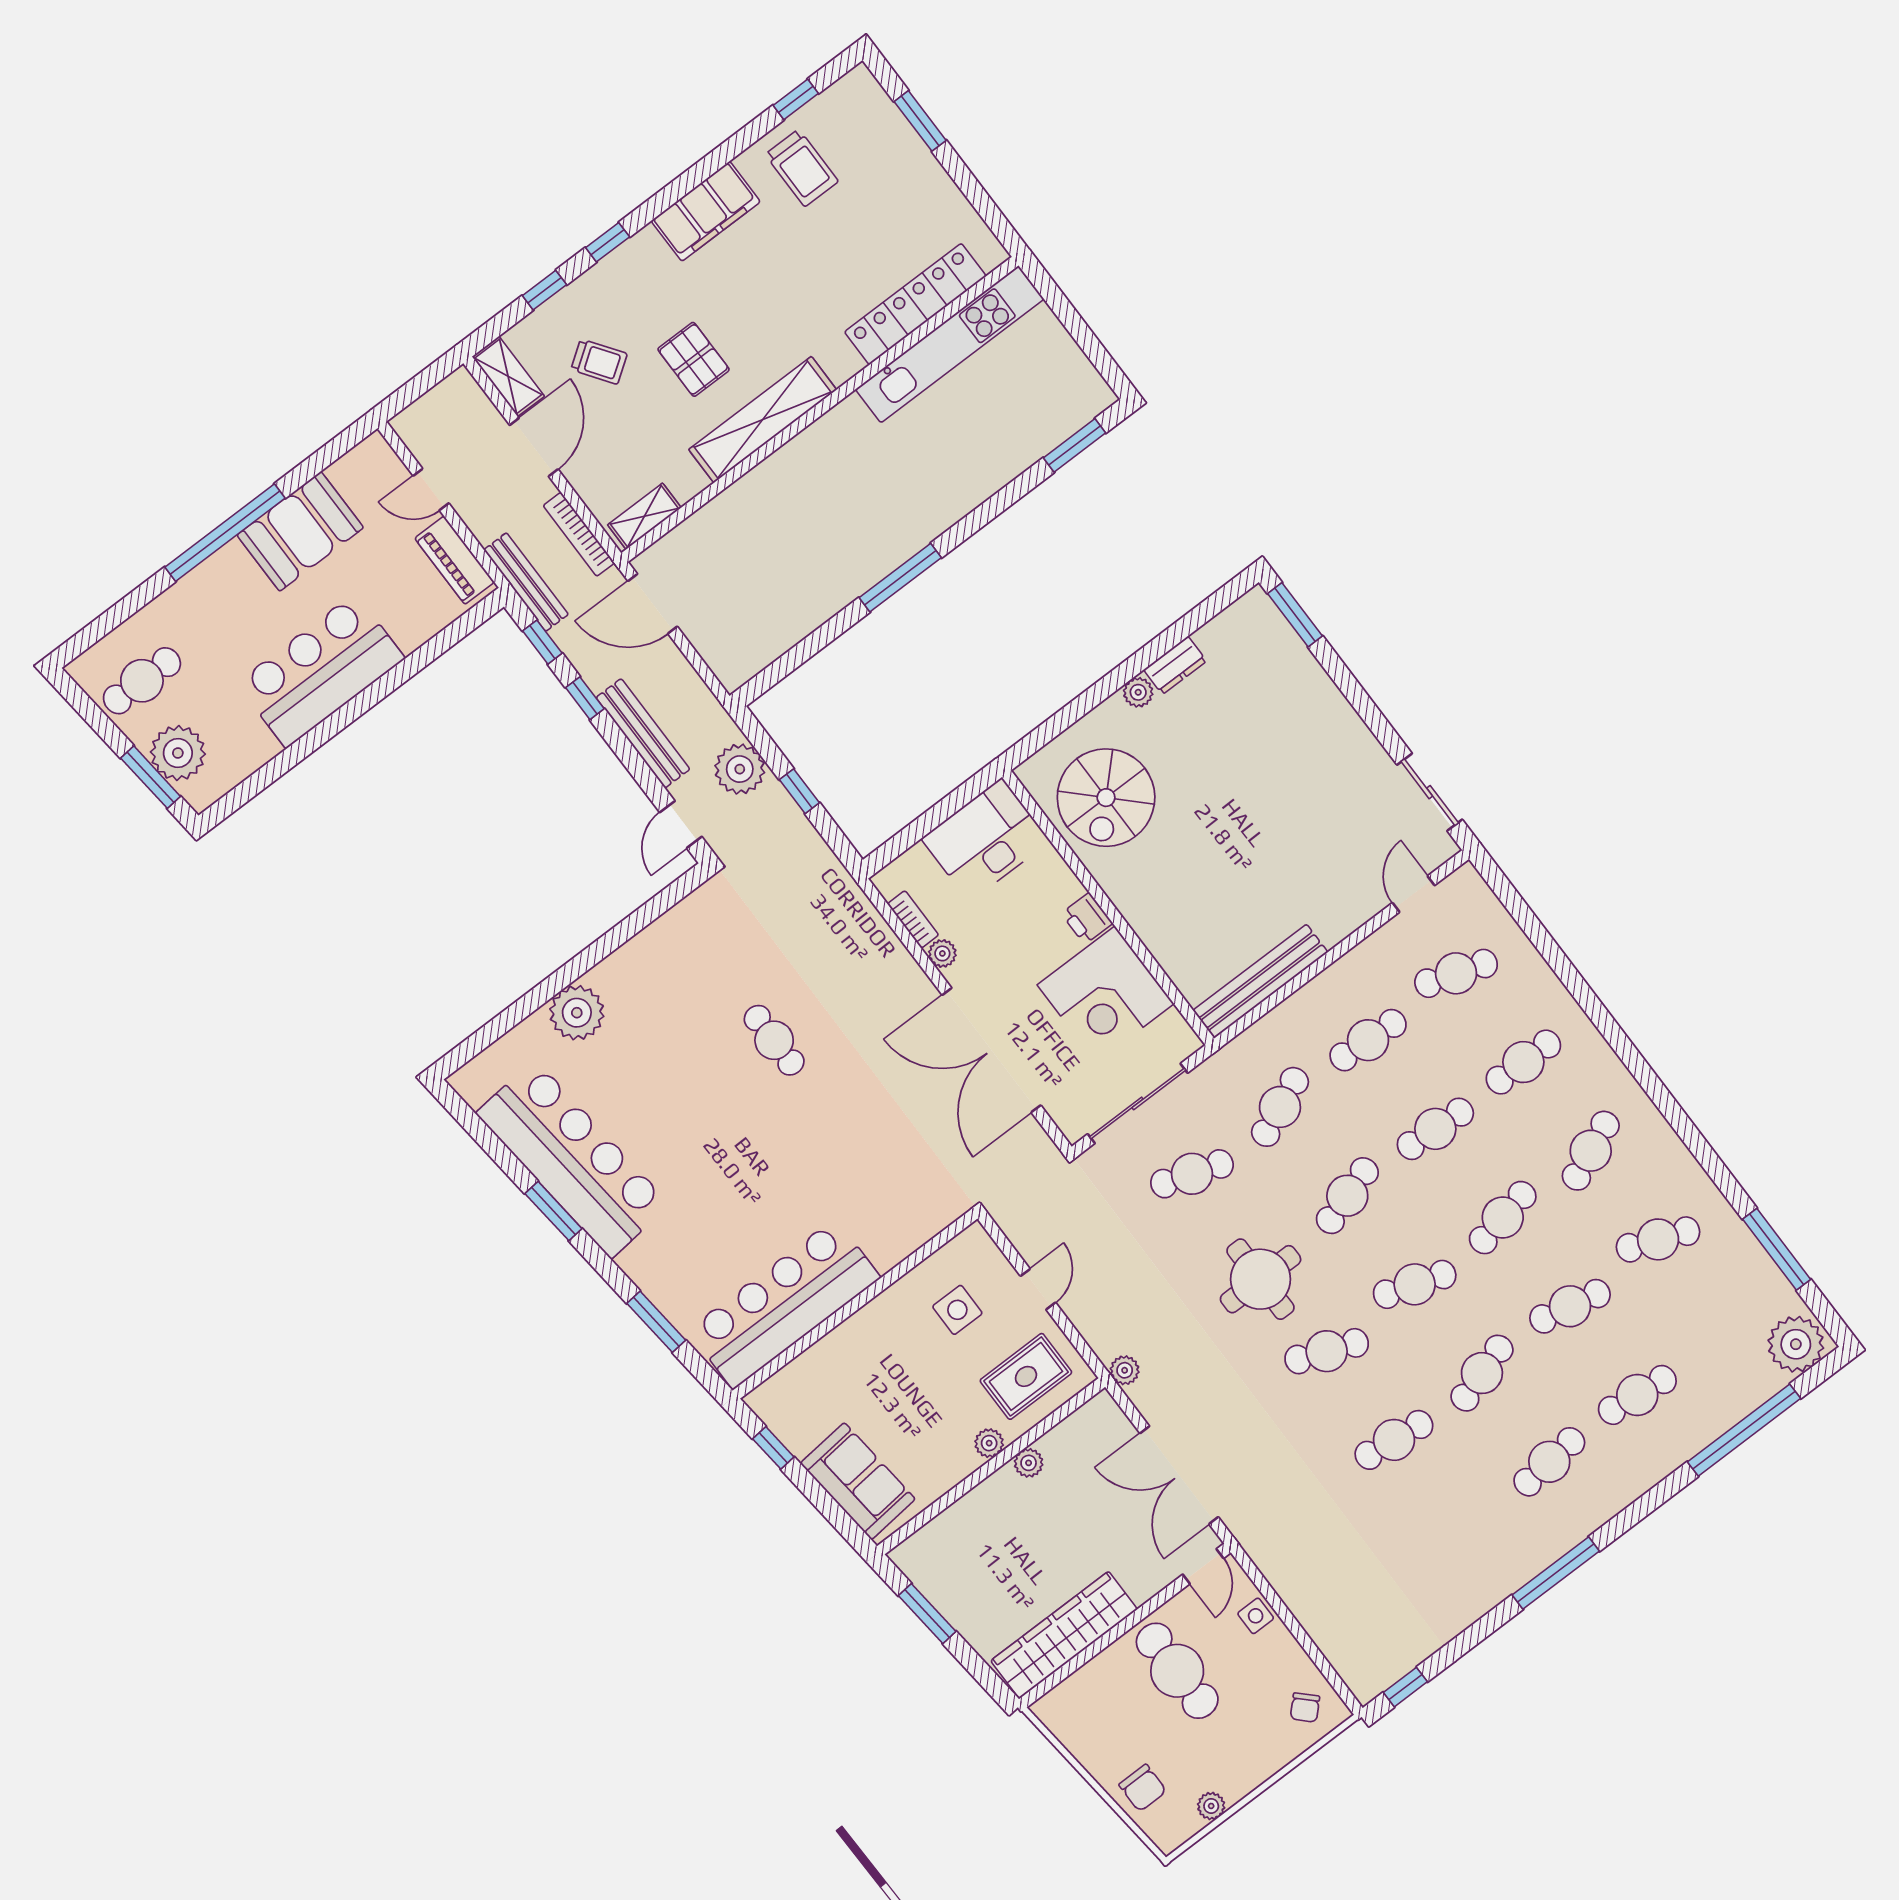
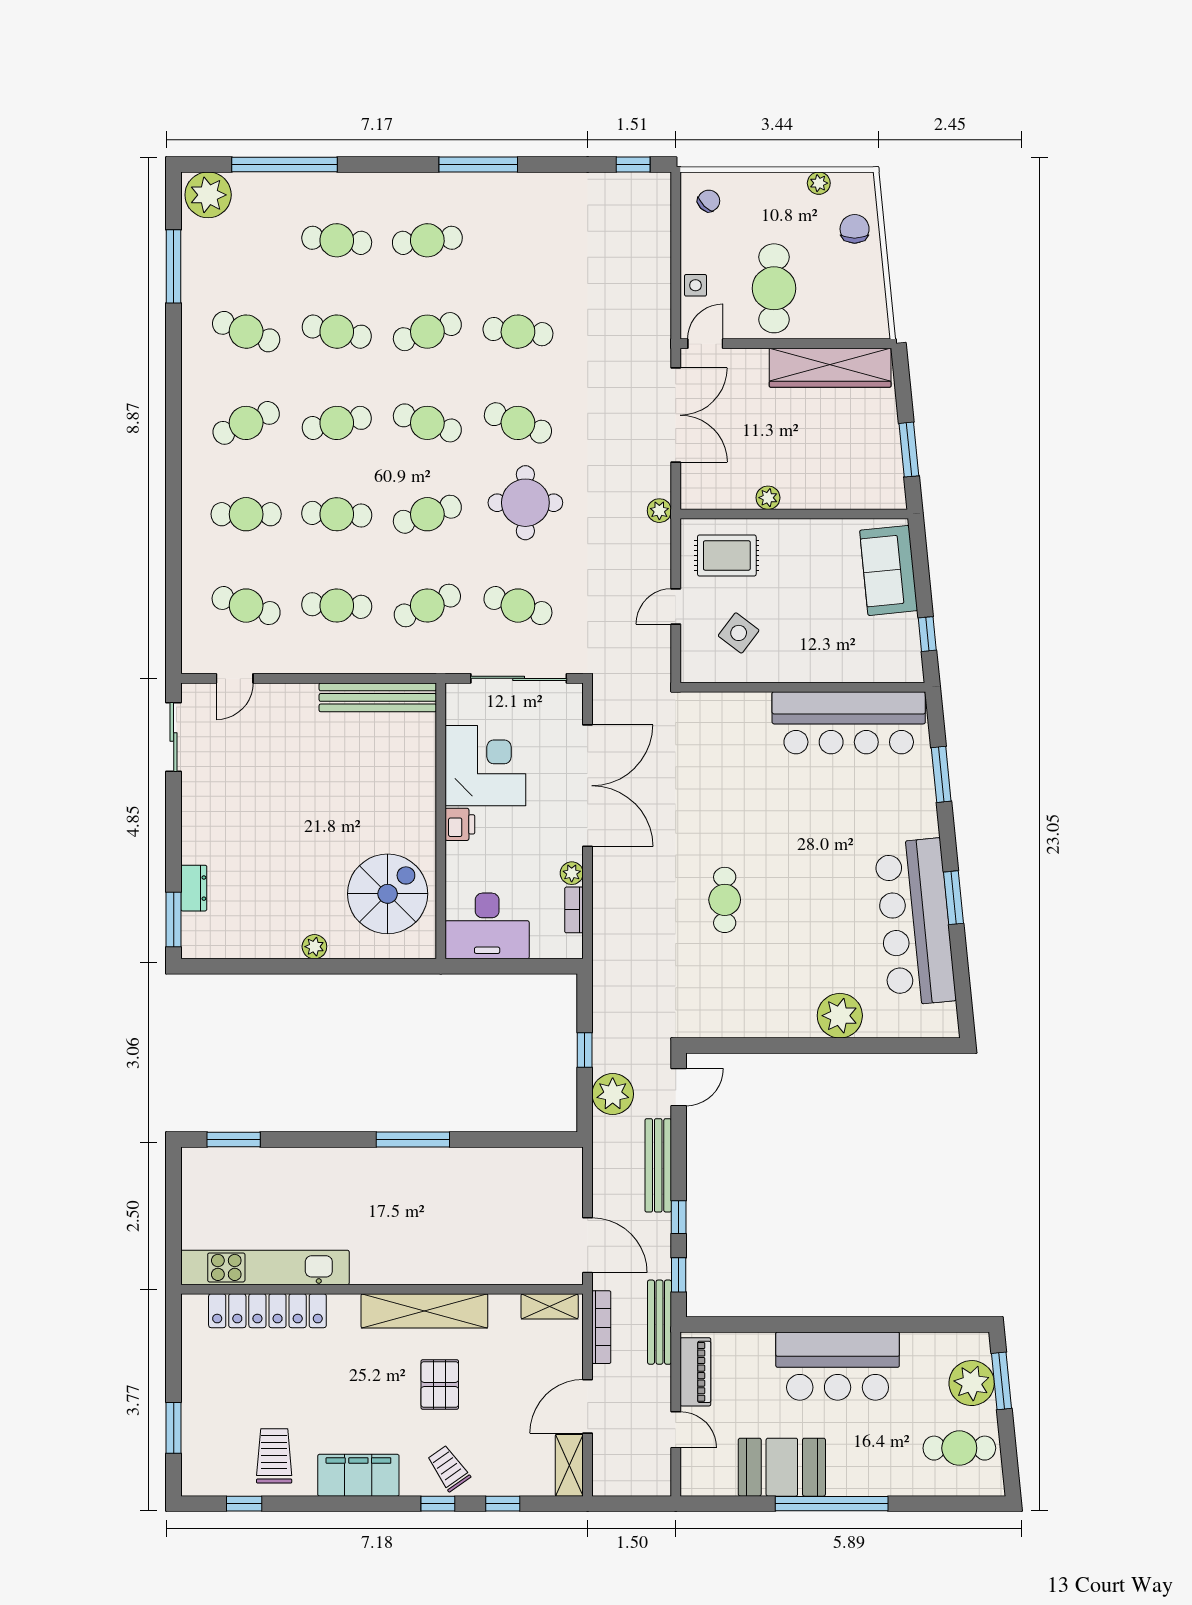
trolley: (599, 362) -> (449, 1468), moved
dresser: (1175, 665) -> (194, 888), moved, turned 90
side table: (957, 1310) -> (739, 633), turned 37
plant: (989, 1443) -> (784, 530), removed

